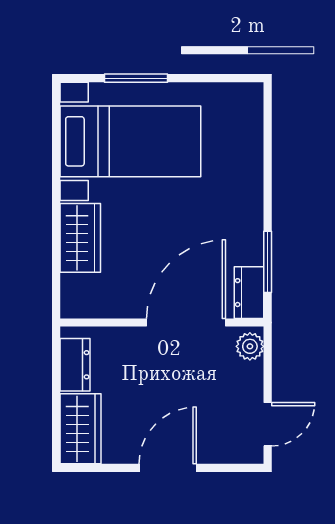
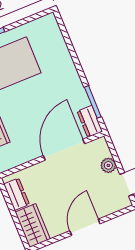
plant: (250, 346) -> (108, 165), moved

